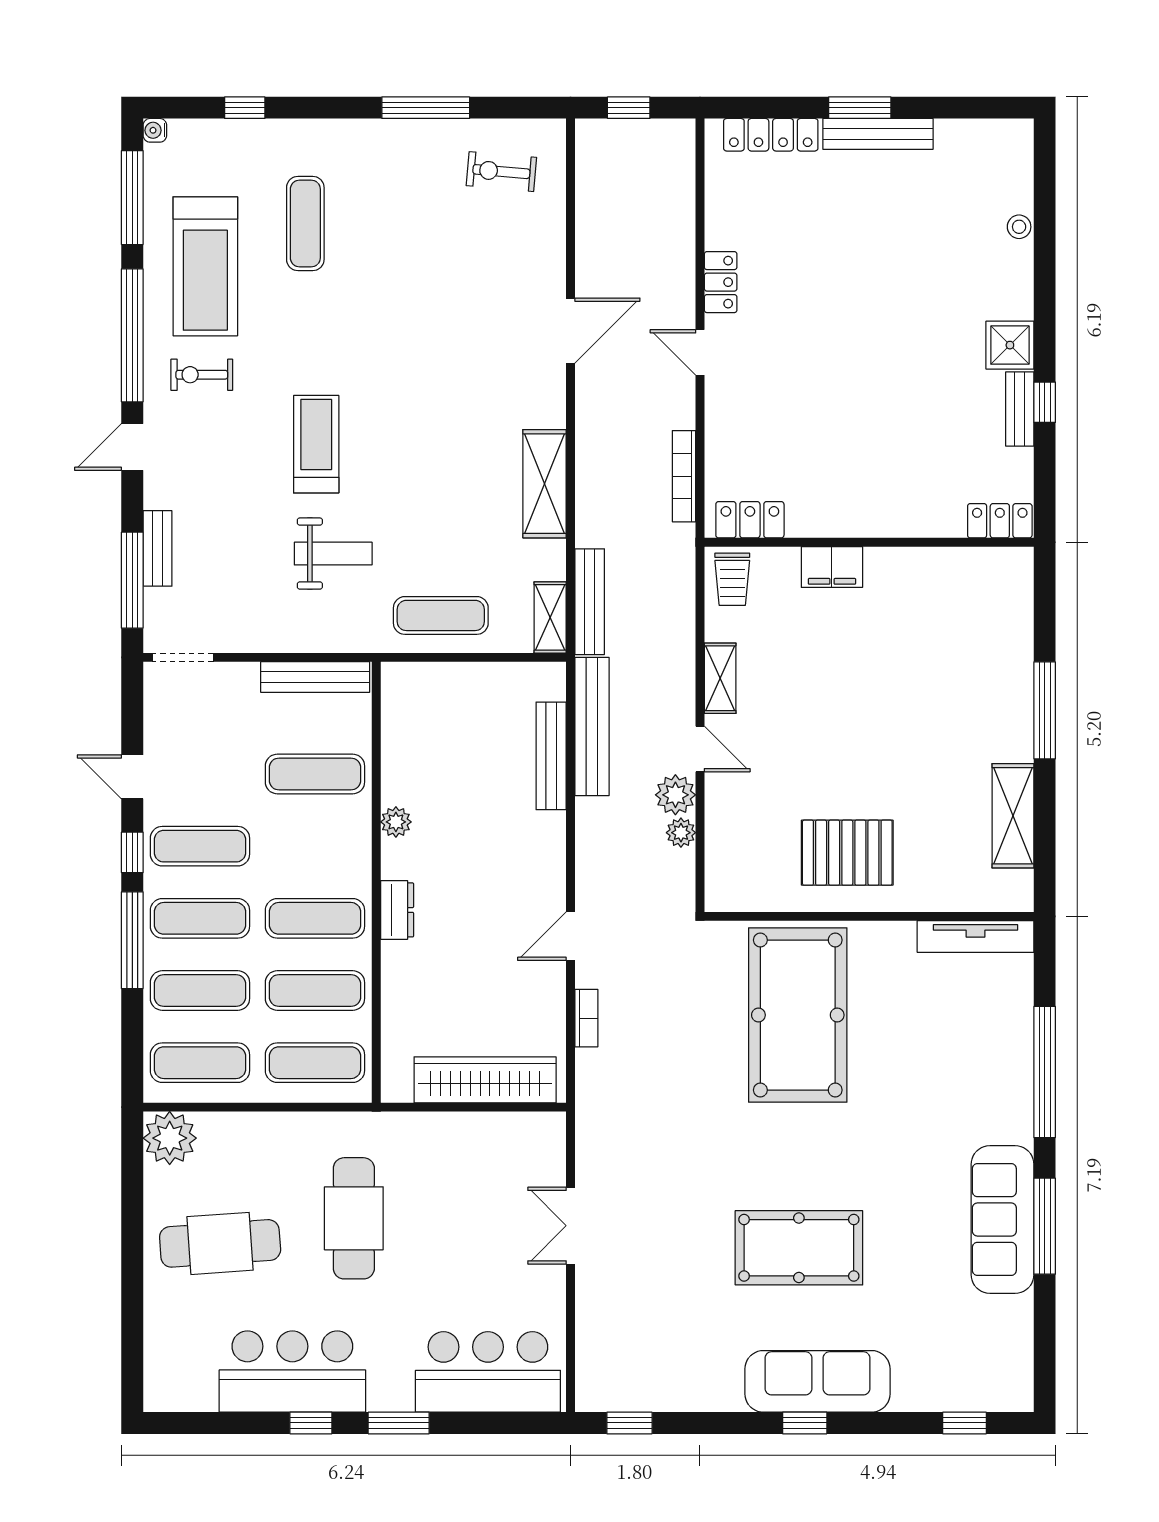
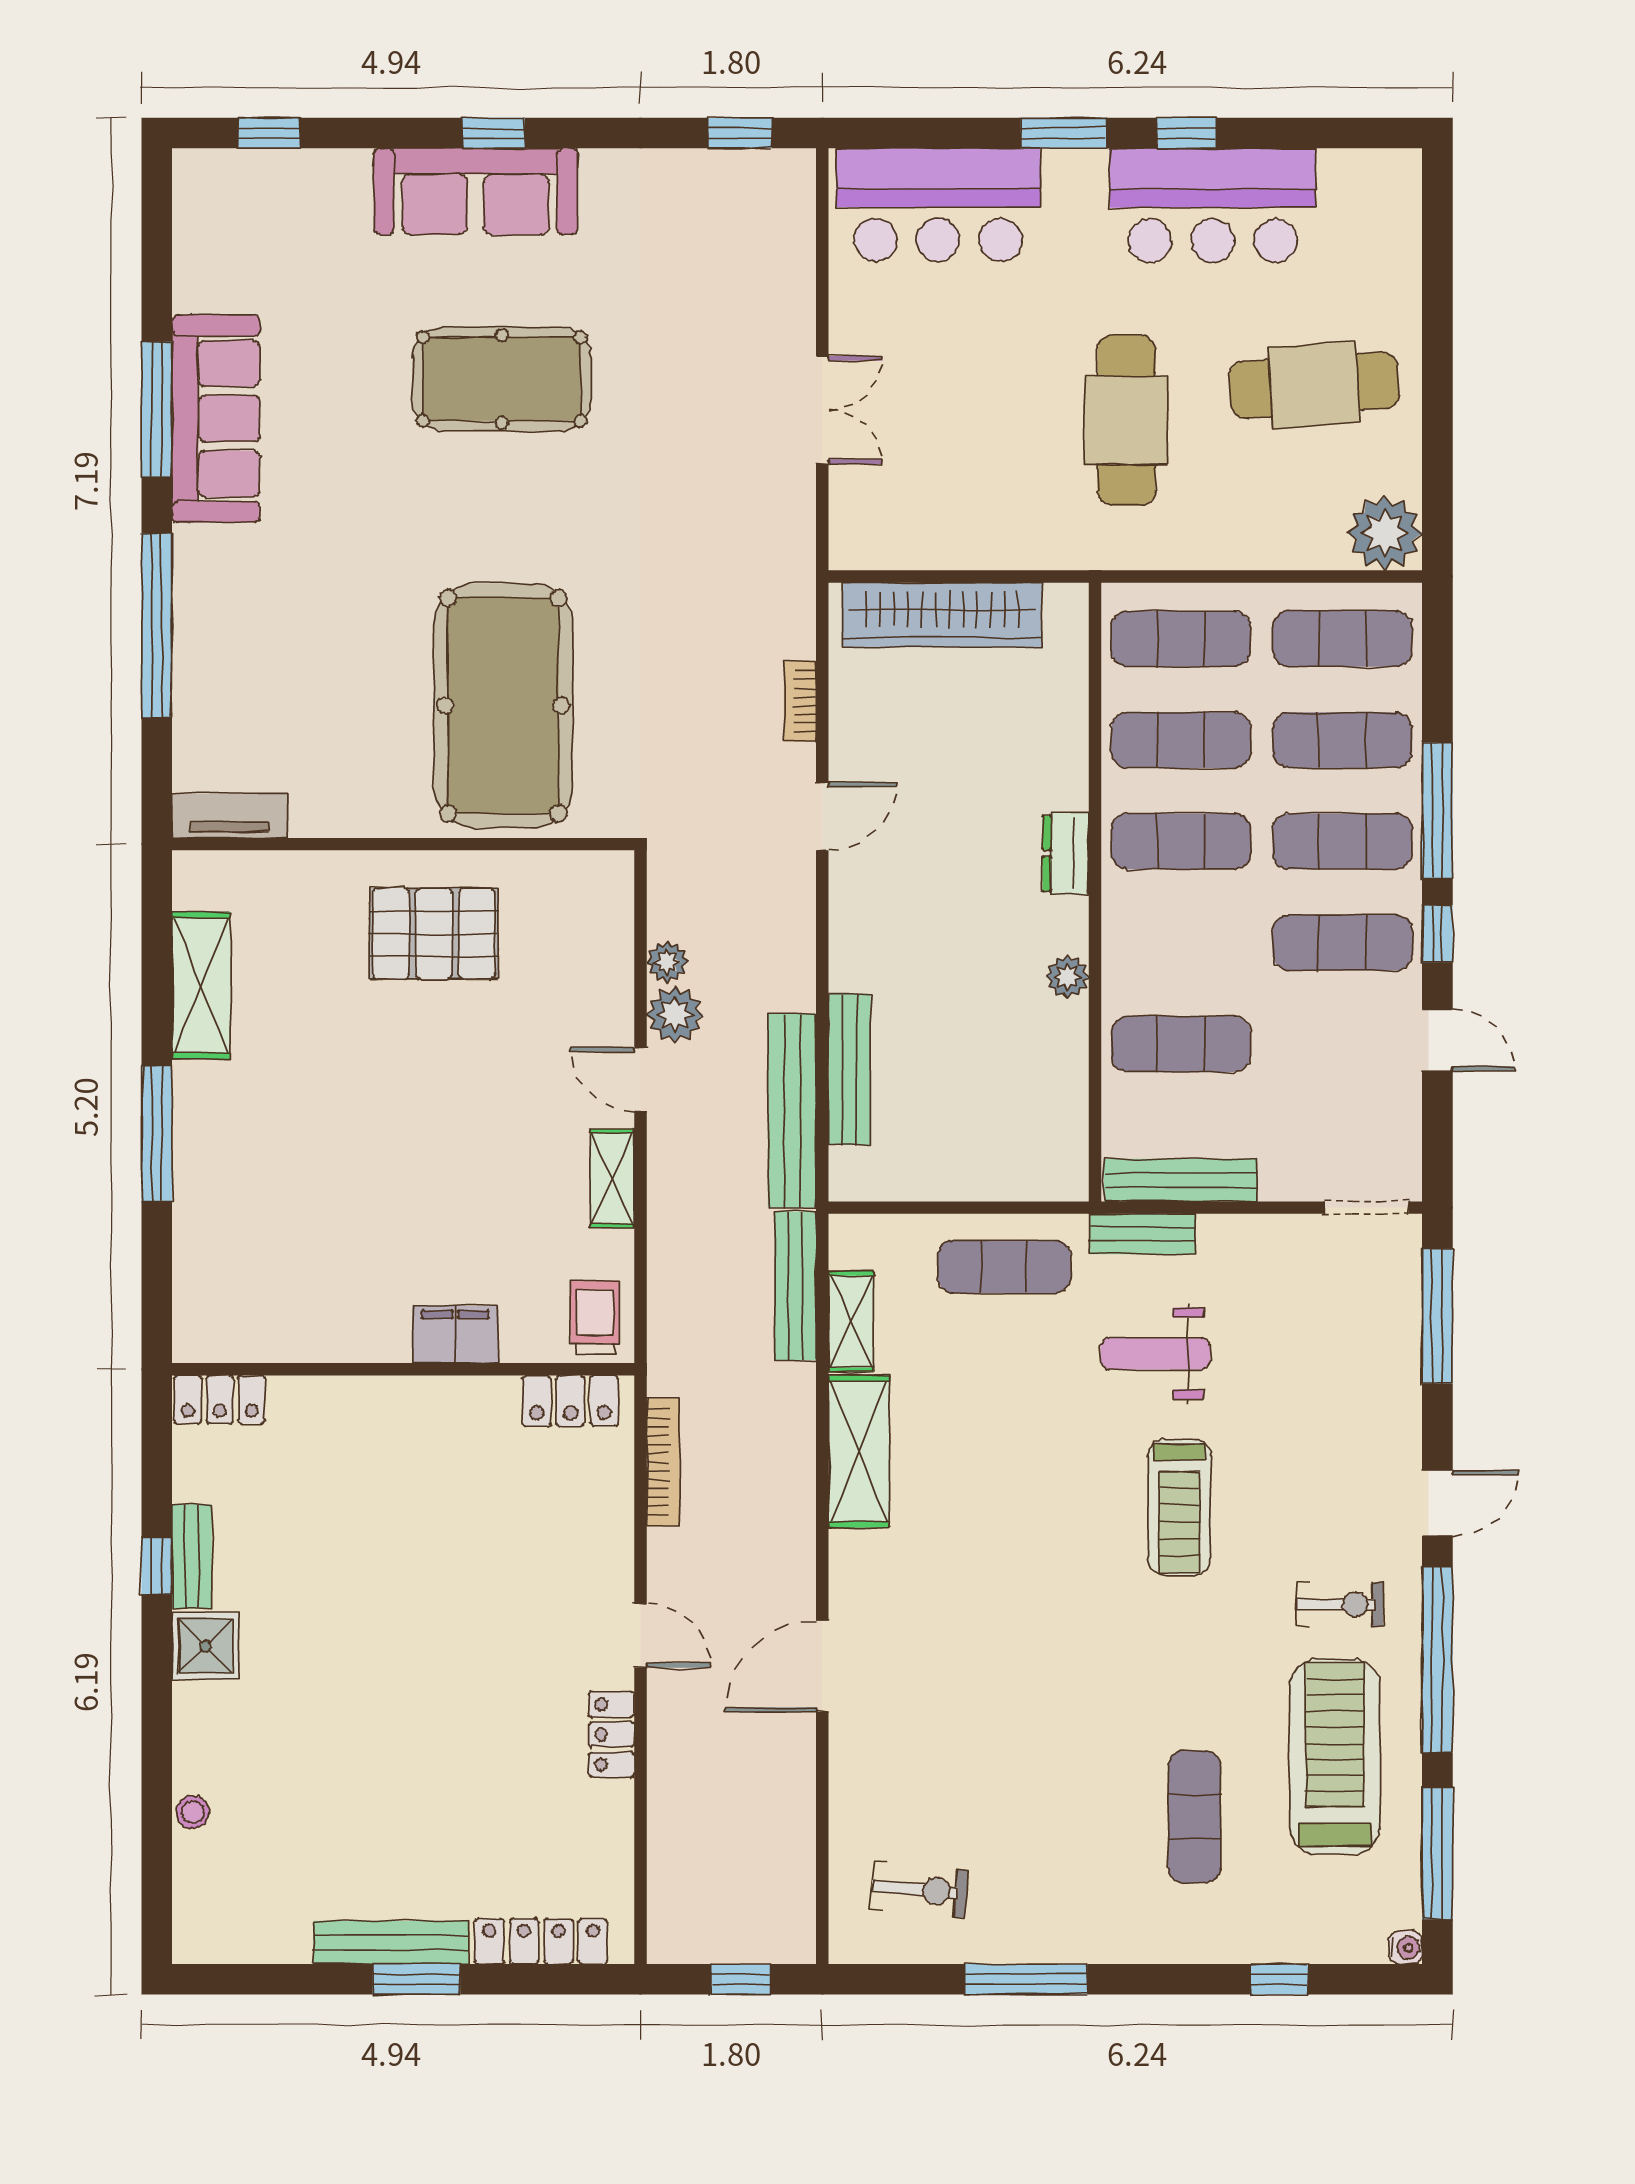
bench: (157, 548) -> (1142, 1234), moved, turned 90
shelving: (550, 617) -> (851, 1322), moved
tv unit: (976, 937) -> (230, 816), width x0.71

